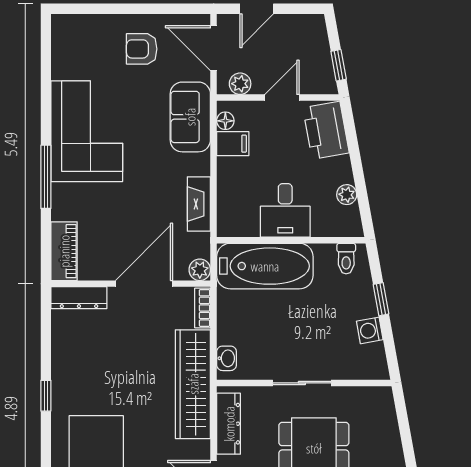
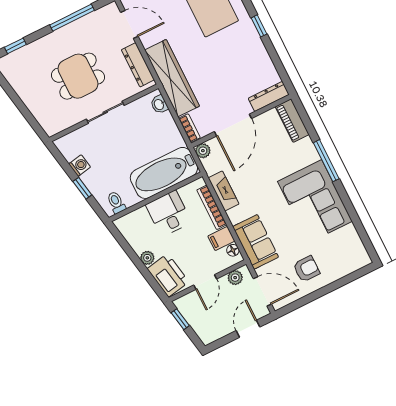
bookcase: (225, 190) -> (212, 207), added
plant: (347, 195) -> (147, 258), moved

